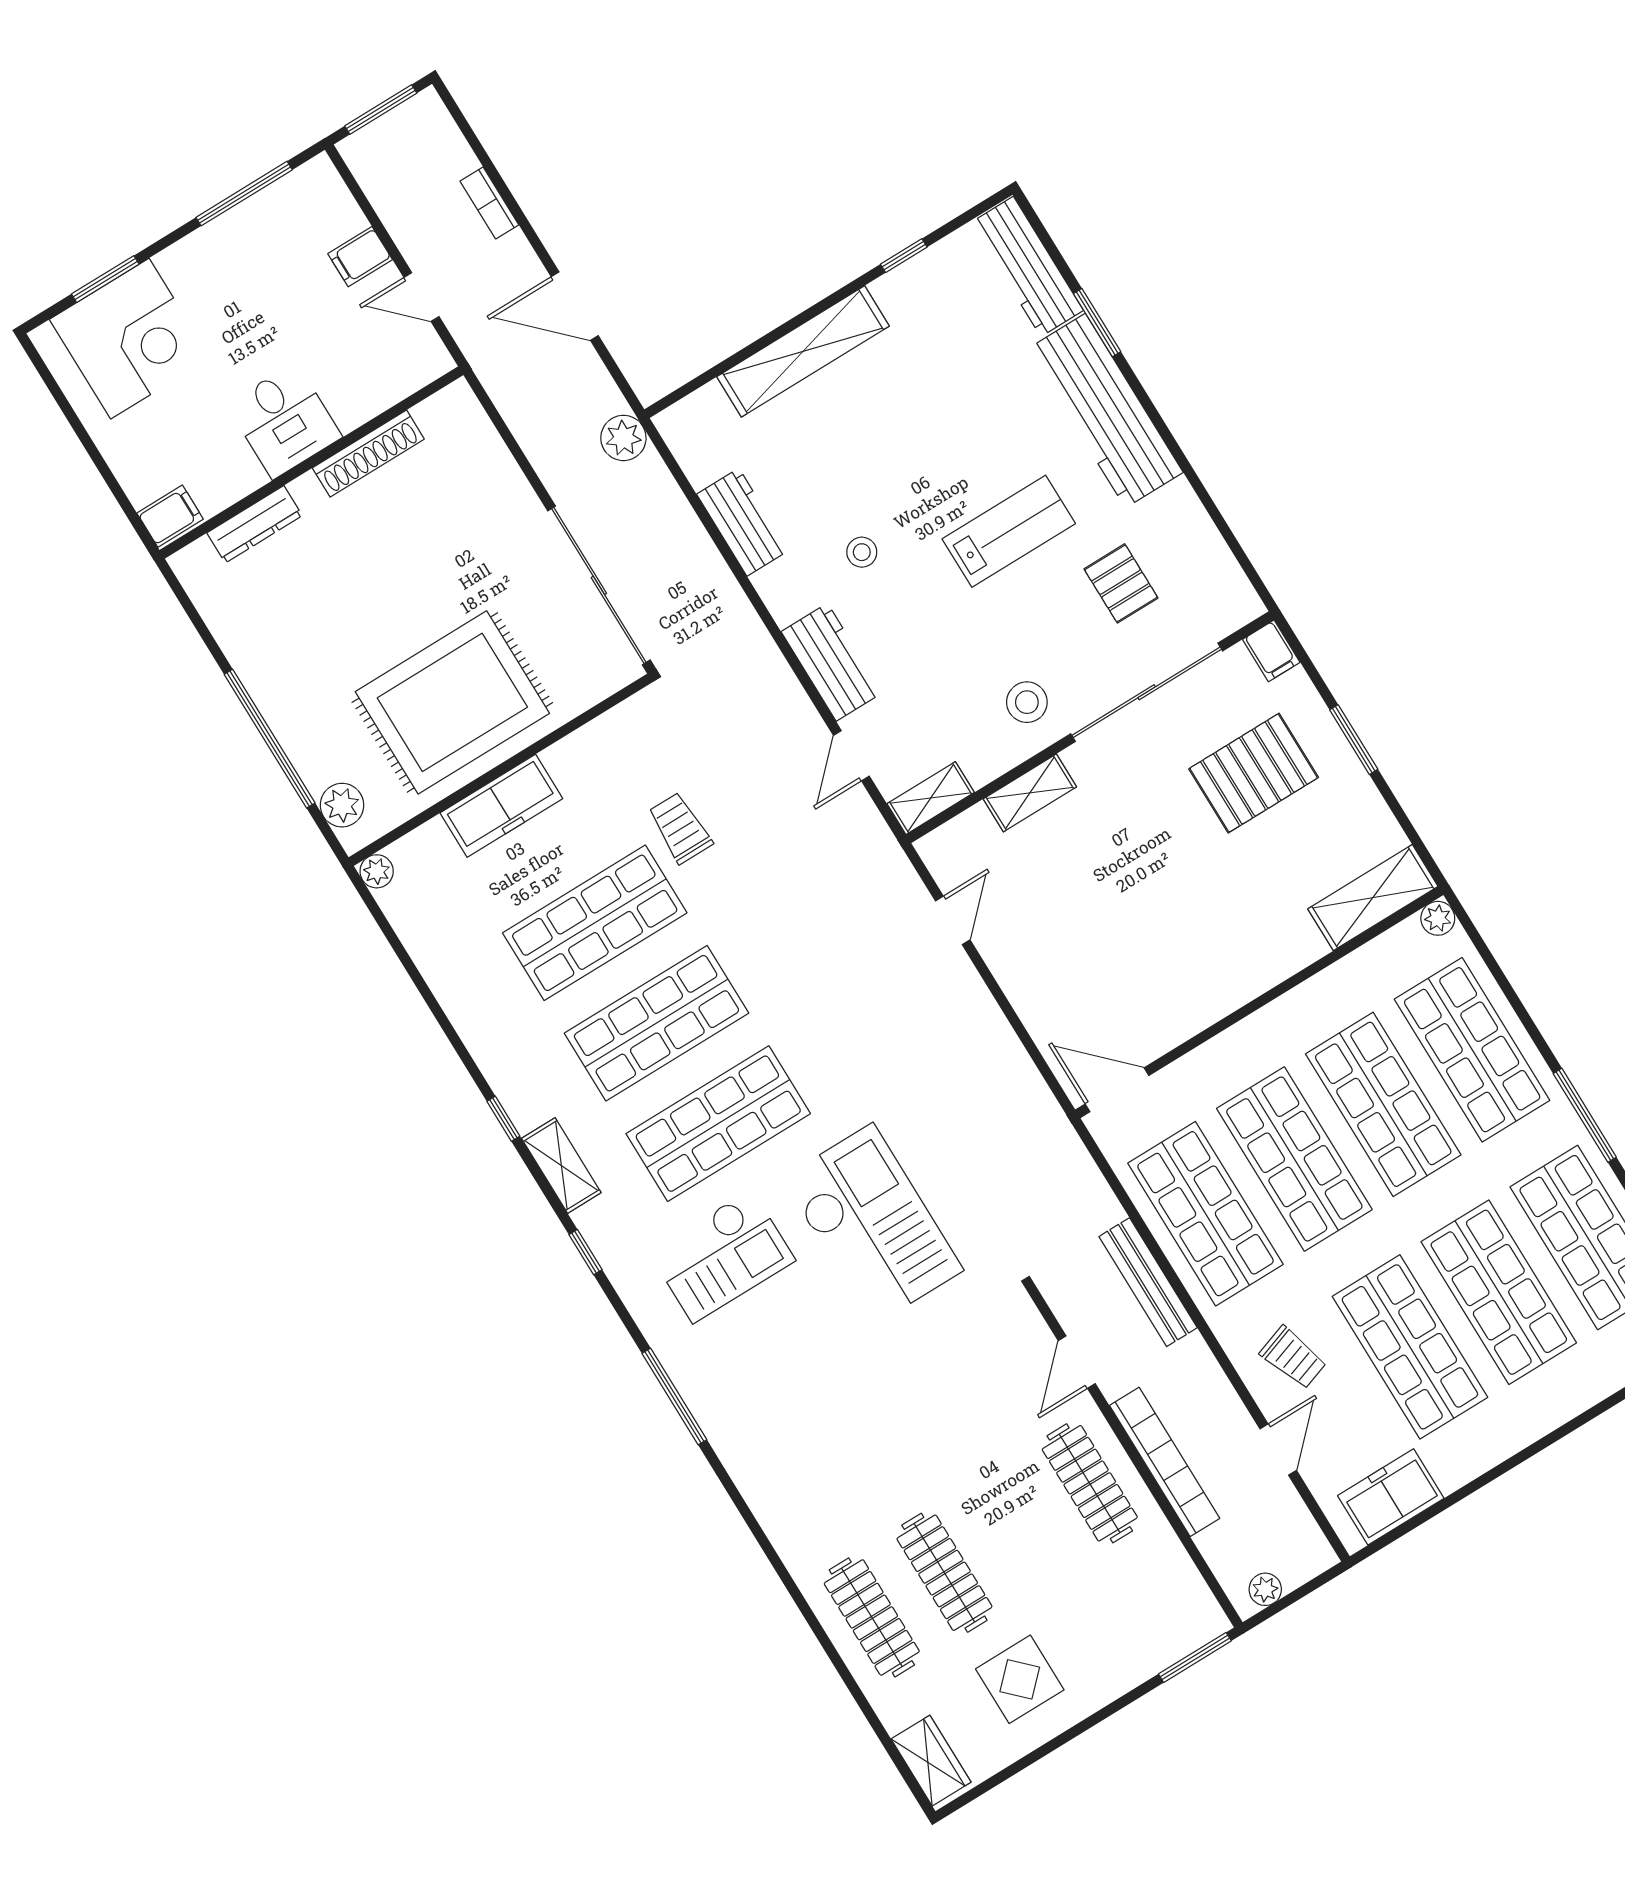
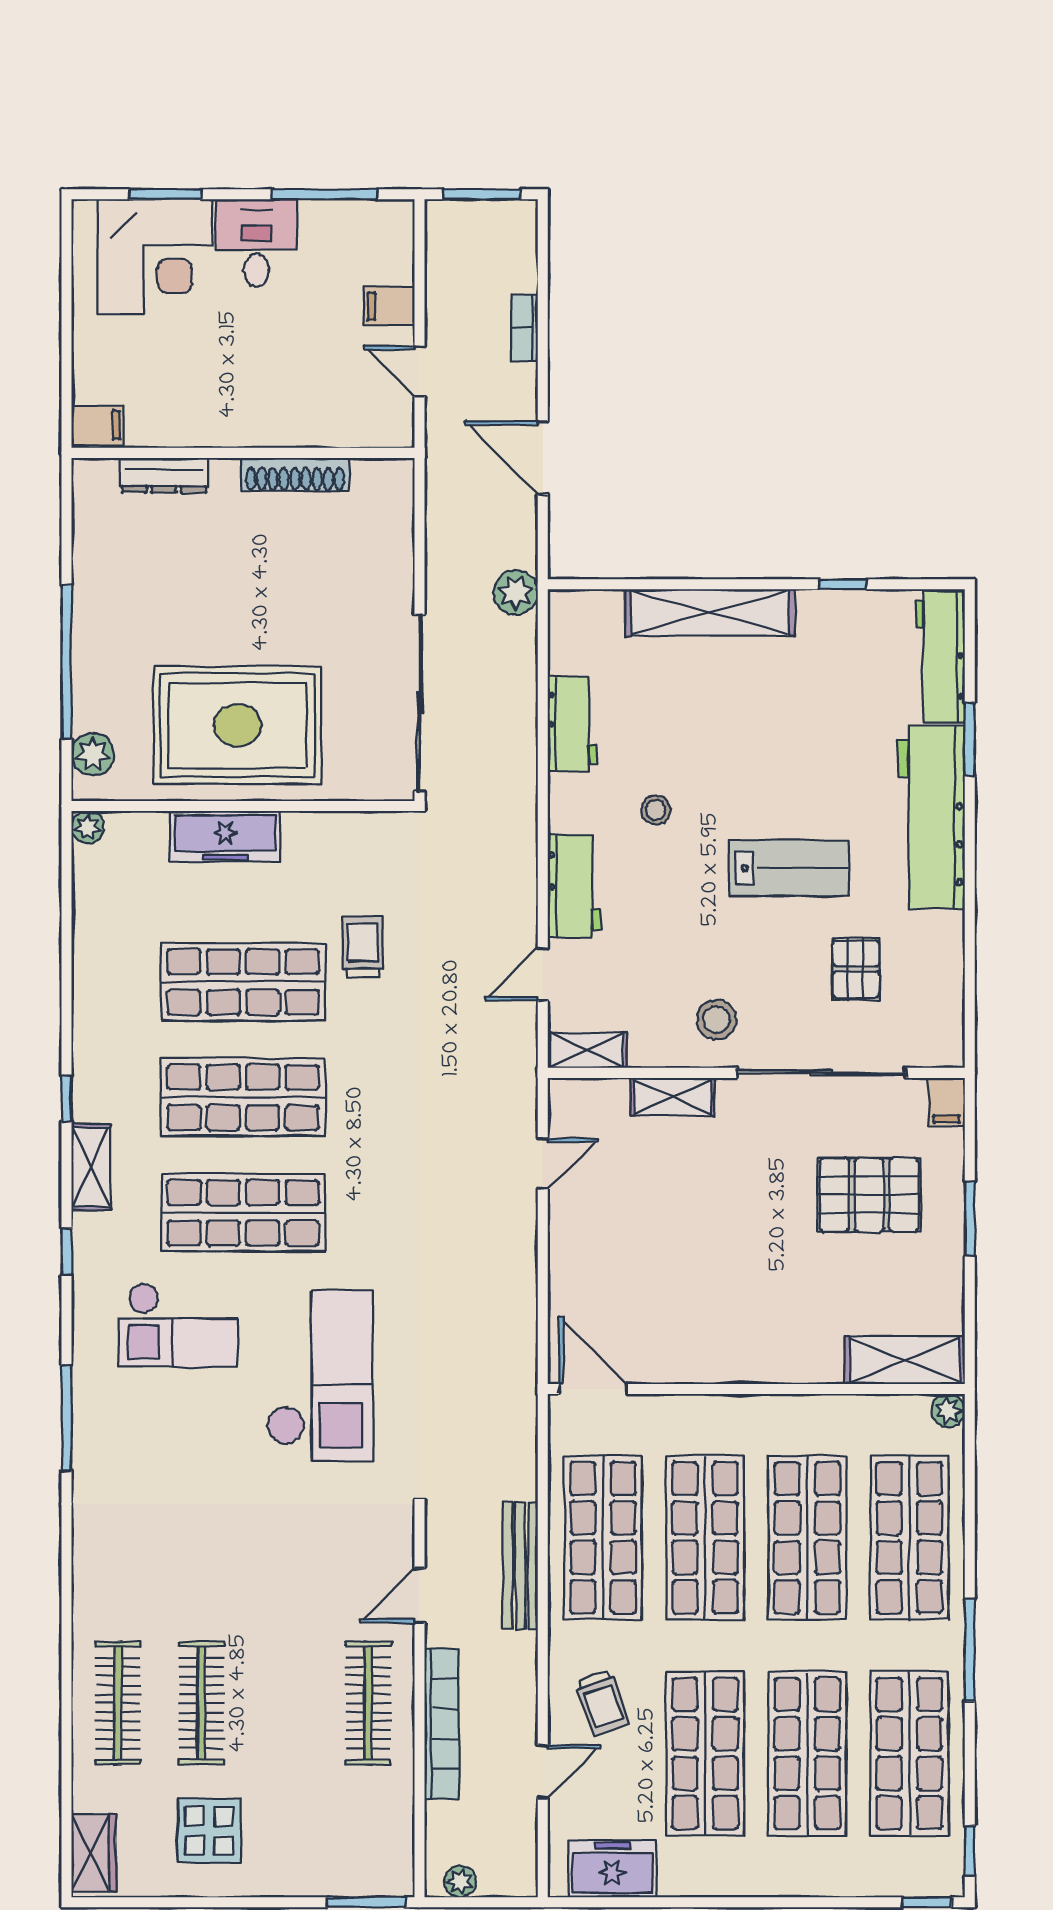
desk: (284, 421) -> (256, 243), moved, turned 180

